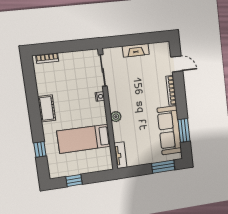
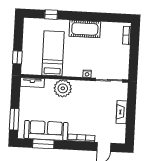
cot: (47, 108) -> (85, 29), width x1.37, depth x1.34
plant: (116, 117) -> (63, 88), width x1.88, depth x1.88
window: (74, 180) -> (17, 57), moved

